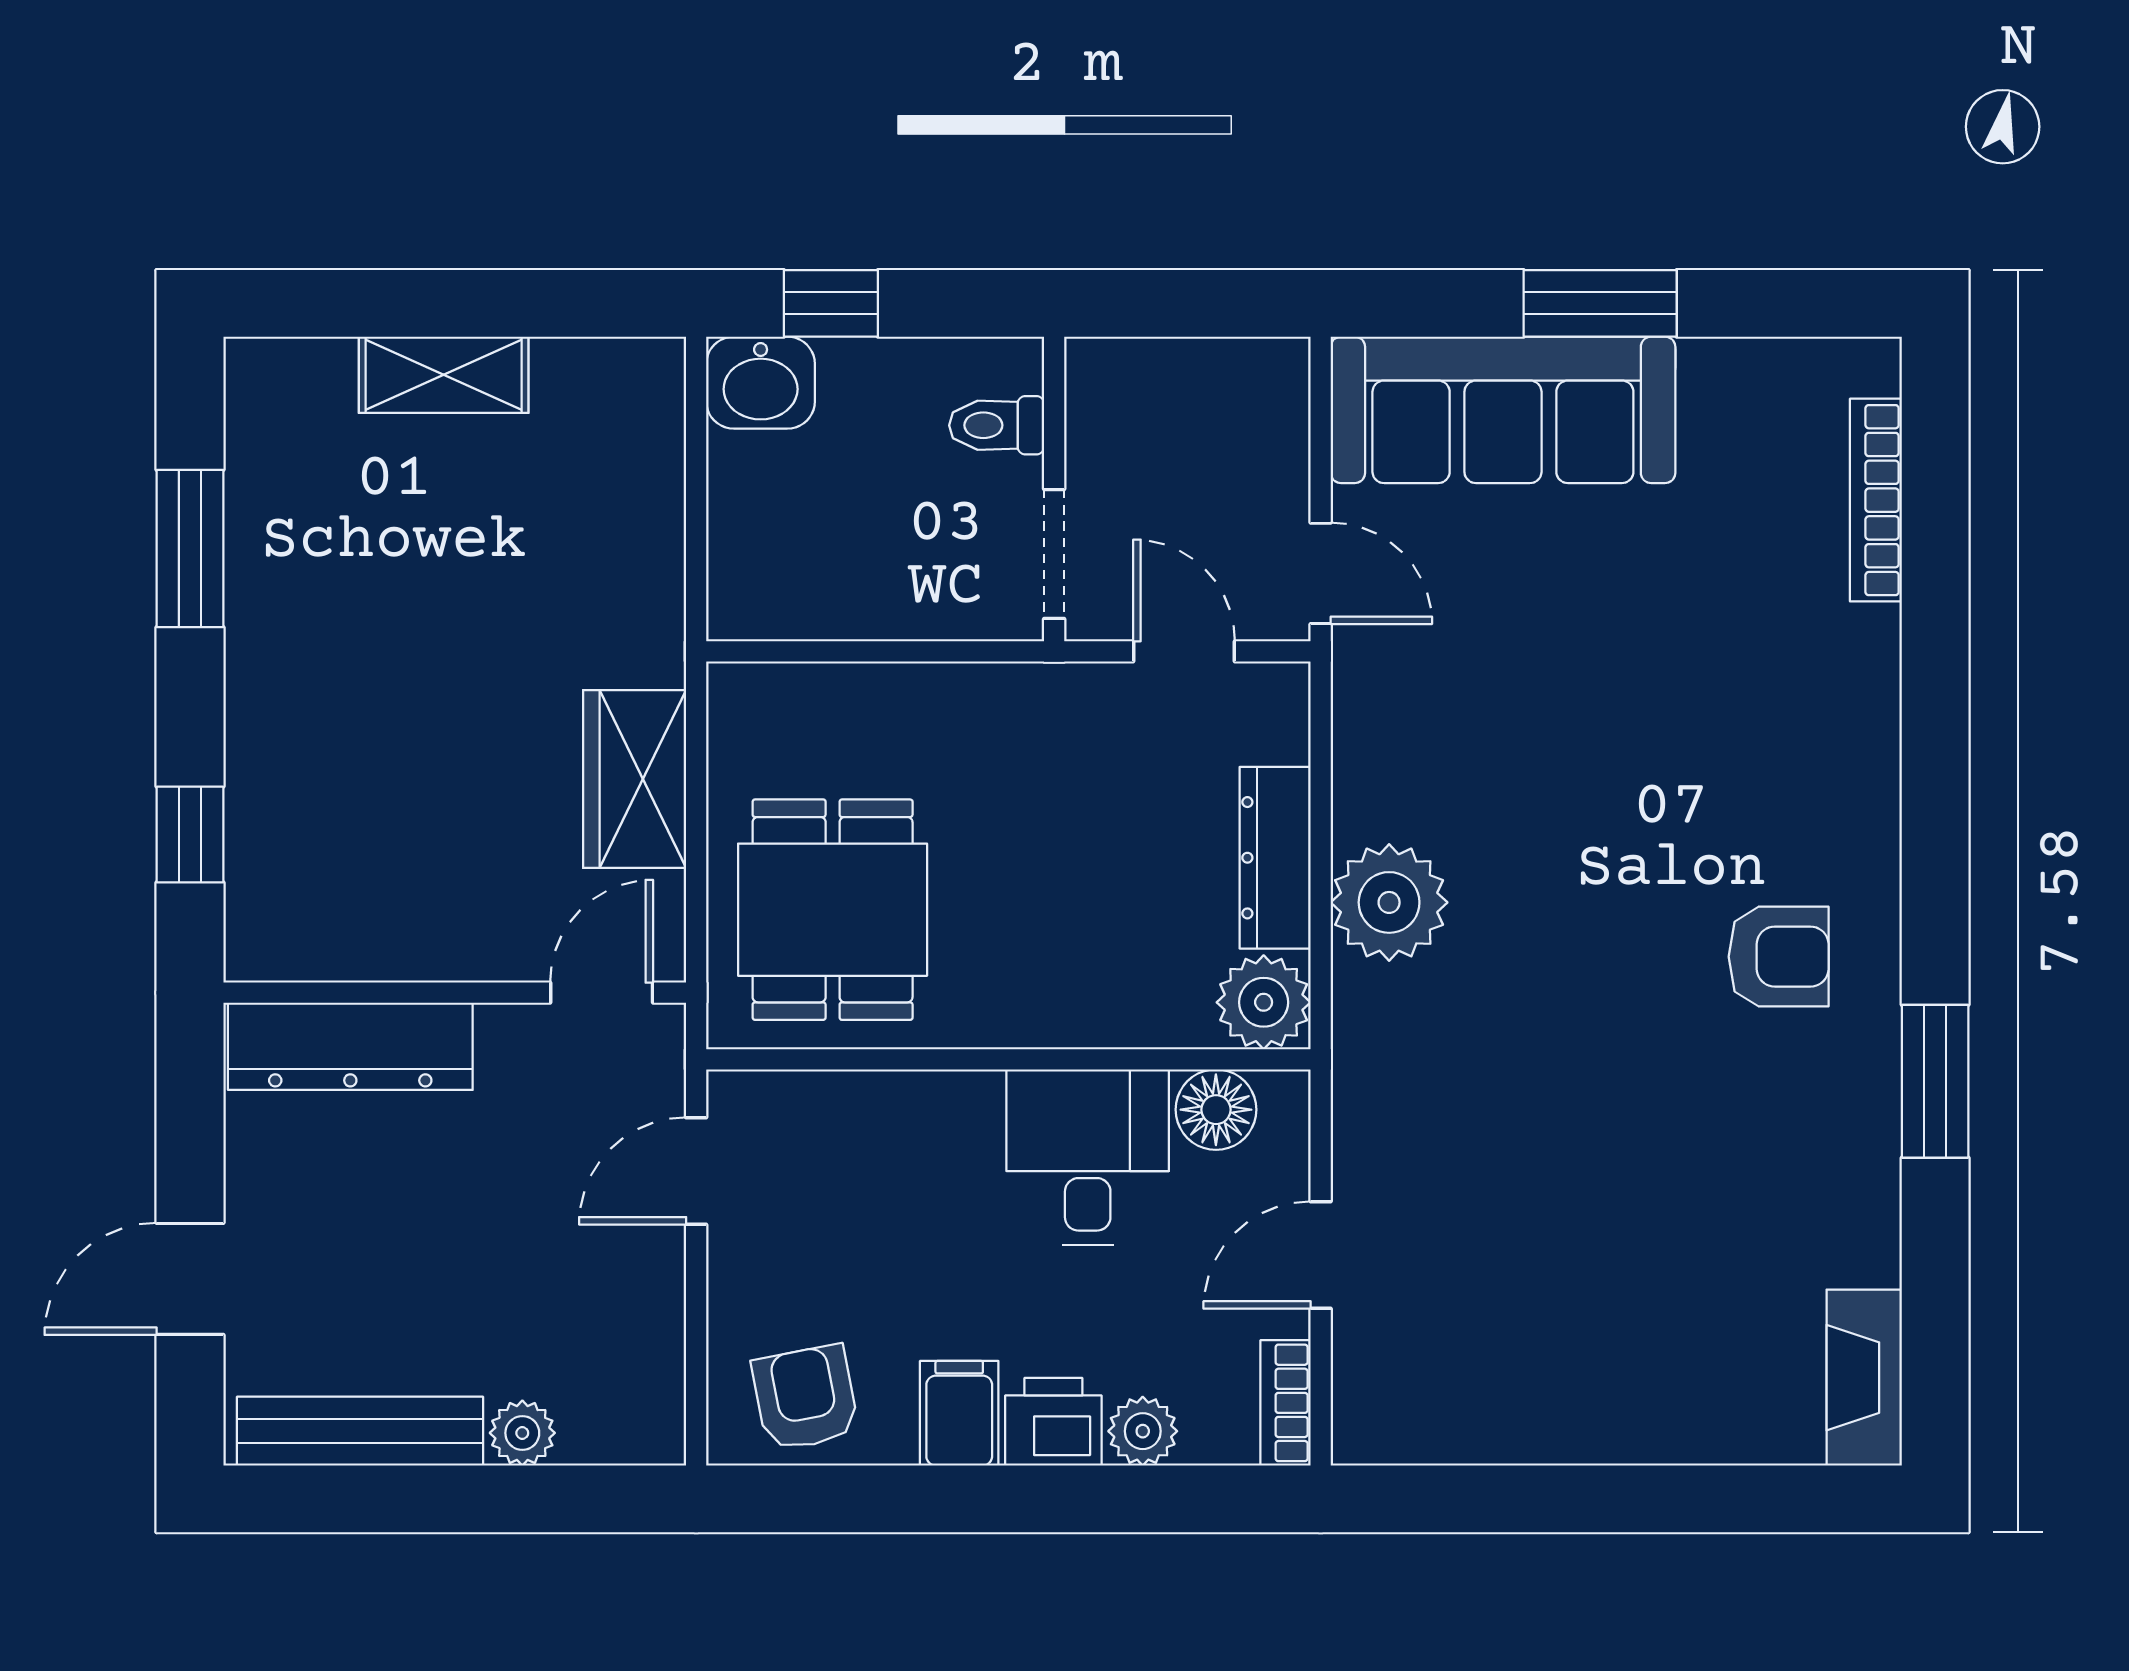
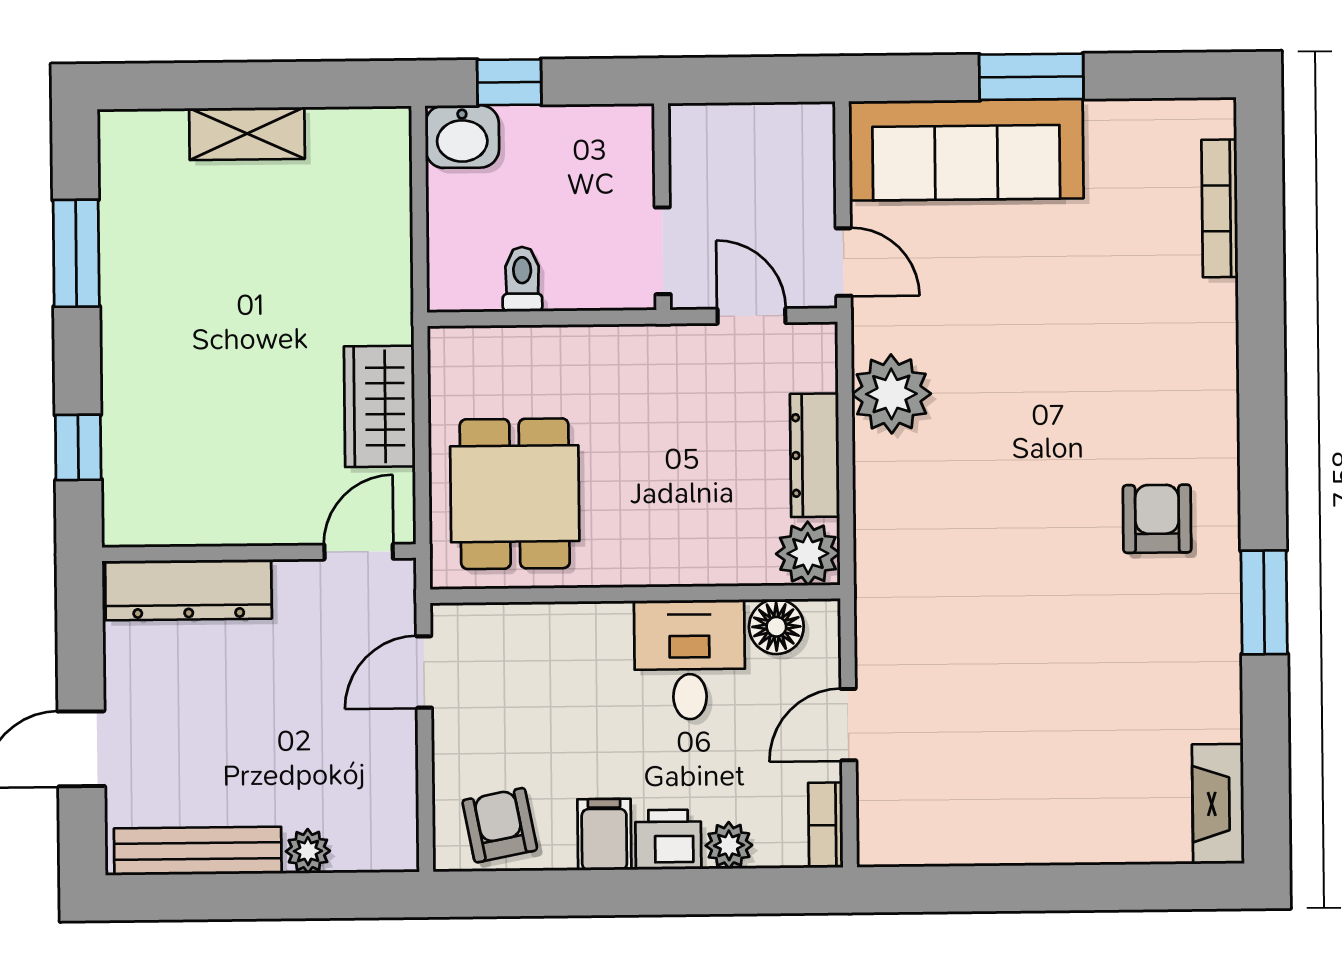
toilet: (997, 425) -> (522, 279), moved, turned 90
plant: (1389, 902) -> (891, 394), moved
armchair: (1779, 957) -> (1157, 519), turned -90

